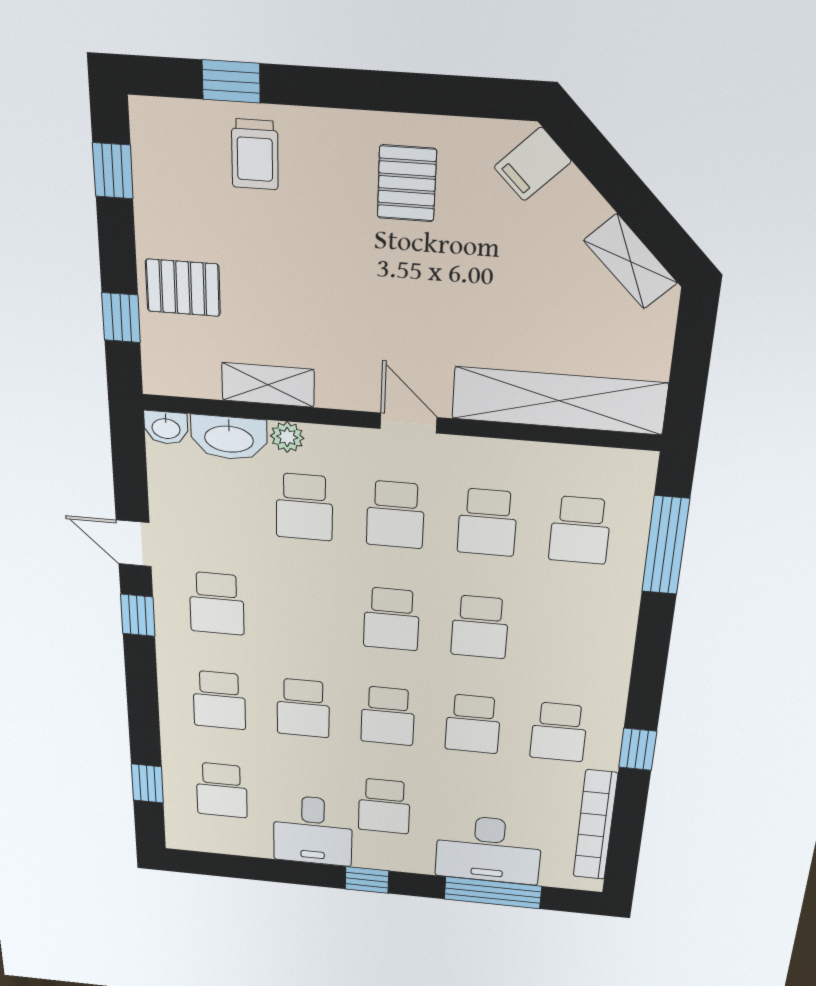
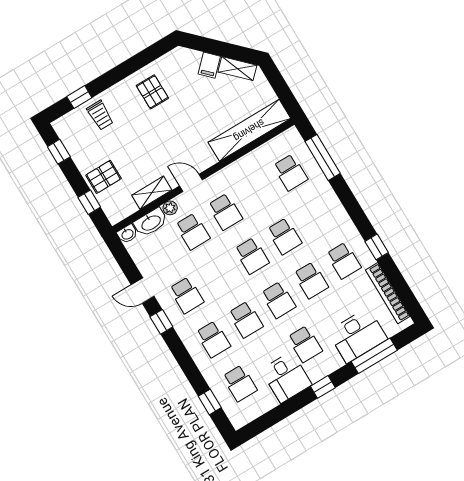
filing cabinet: (533, 164) -> (209, 65), moved
door: (409, 423) -> (191, 183), moved
school desk: (487, 522) -> (258, 192), removed

